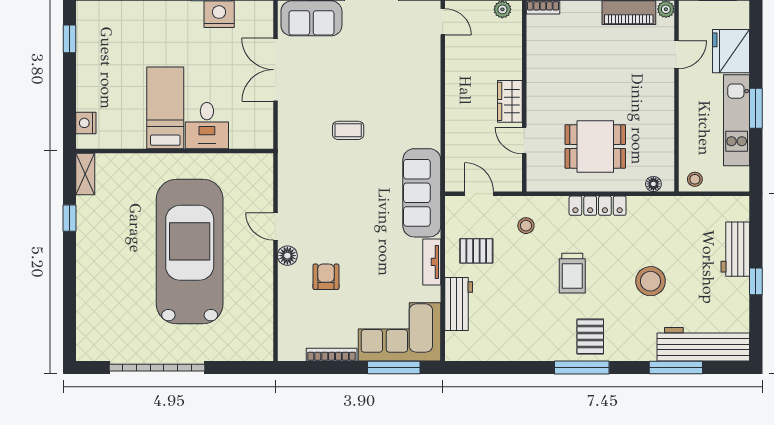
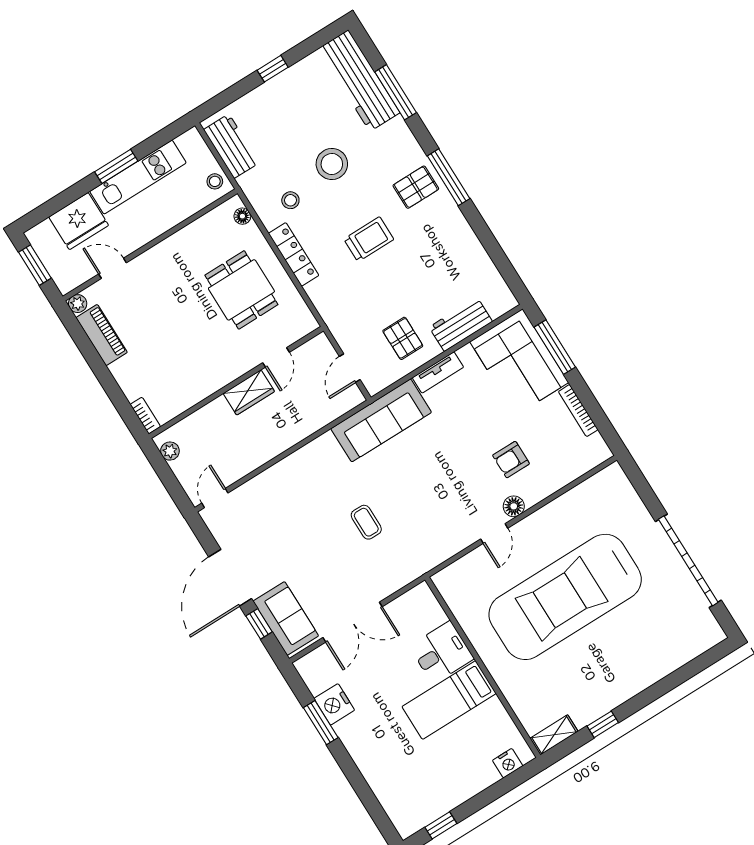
stool: (526, 226) -> (290, 200), moved
workbench: (735, 249) -> (231, 146), moved, turned -90

